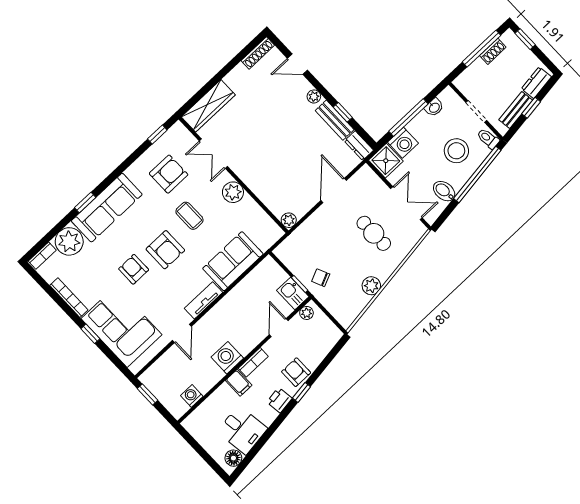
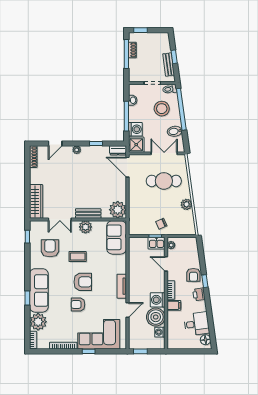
dresser: (536, 83) -> (165, 44), removed
bench: (335, 120) -> (88, 213), moved
door: (334, 190) -> (127, 167), moved
plant: (289, 220) -> (118, 210), width x1.88, depth x1.88
cafe table: (374, 233) -> (164, 181), width x1.37, depth x1.35
sofa: (233, 261) -> (117, 237), moved
door: (182, 333) -> (127, 310), hinge flipped
armchair: (296, 372) -> (193, 275), turned -90
boiler: (205, 374) -> (156, 317), added

